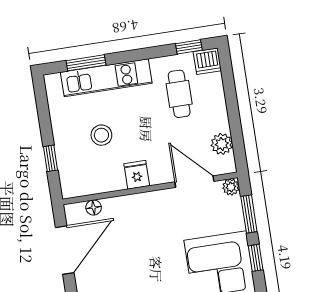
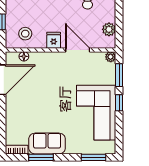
stool: (101, 135) -> (25, 34), moved
door: (194, 182) -> (78, 50), moved

